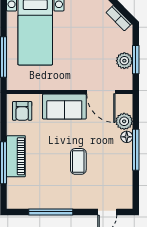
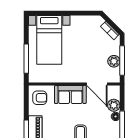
window: (136, 60) -> (122, 61), width x1.44
armchair: (22, 111) -> (40, 98), turned -90

